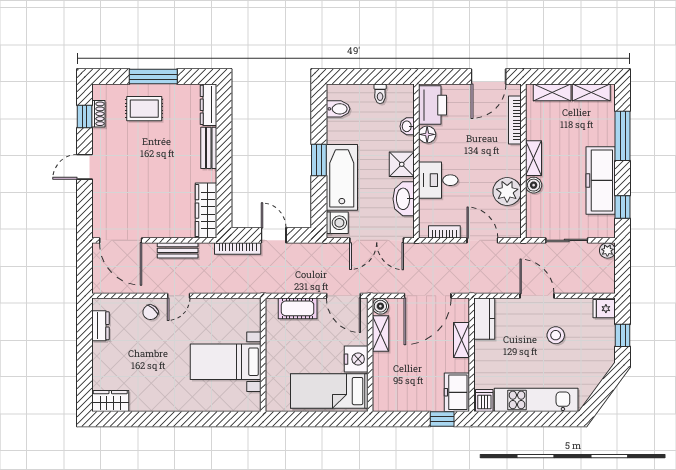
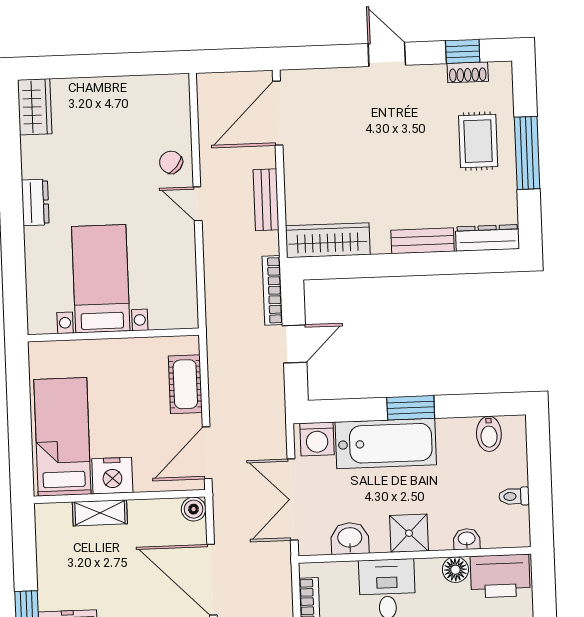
washbasin: (404, 199) -> (350, 538), width x0.72
dresser: (100, 326) -> (35, 202), moved, turned -90
shelving: (380, 334) -> (100, 513), moved

